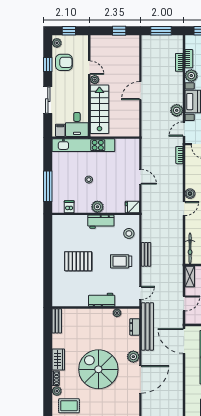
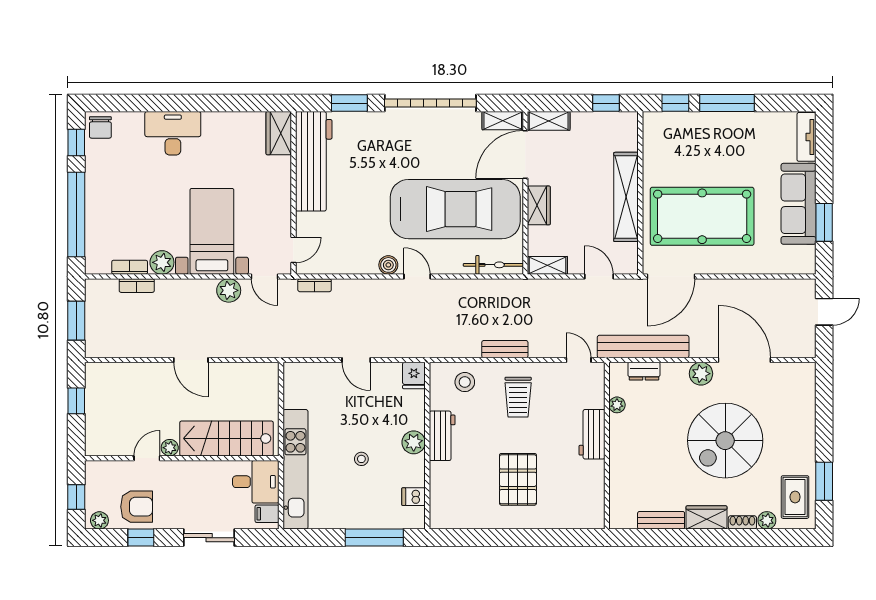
armchair: (64, 62) -> (137, 507), turned 90
door: (140, 177) -> (356, 360), swing flipped
bench: (57, 321) -> (661, 520), moved

